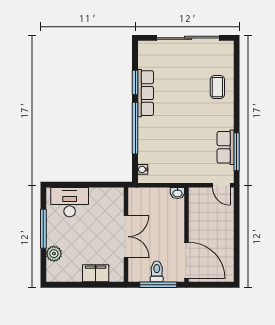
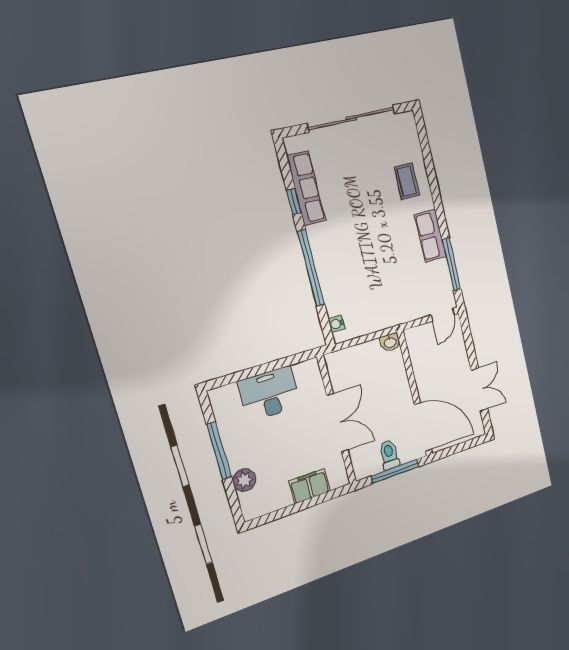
window: (135, 82) -> (294, 202), width x0.67
row of seats: (146, 93) -> (306, 188), moved
row of seats: (226, 147) -> (430, 236), moved
door: (221, 185) -> (443, 315), hinge flipped
desk: (70, 202) -> (269, 394), moved
double door: (237, 247) -> (479, 390), added

